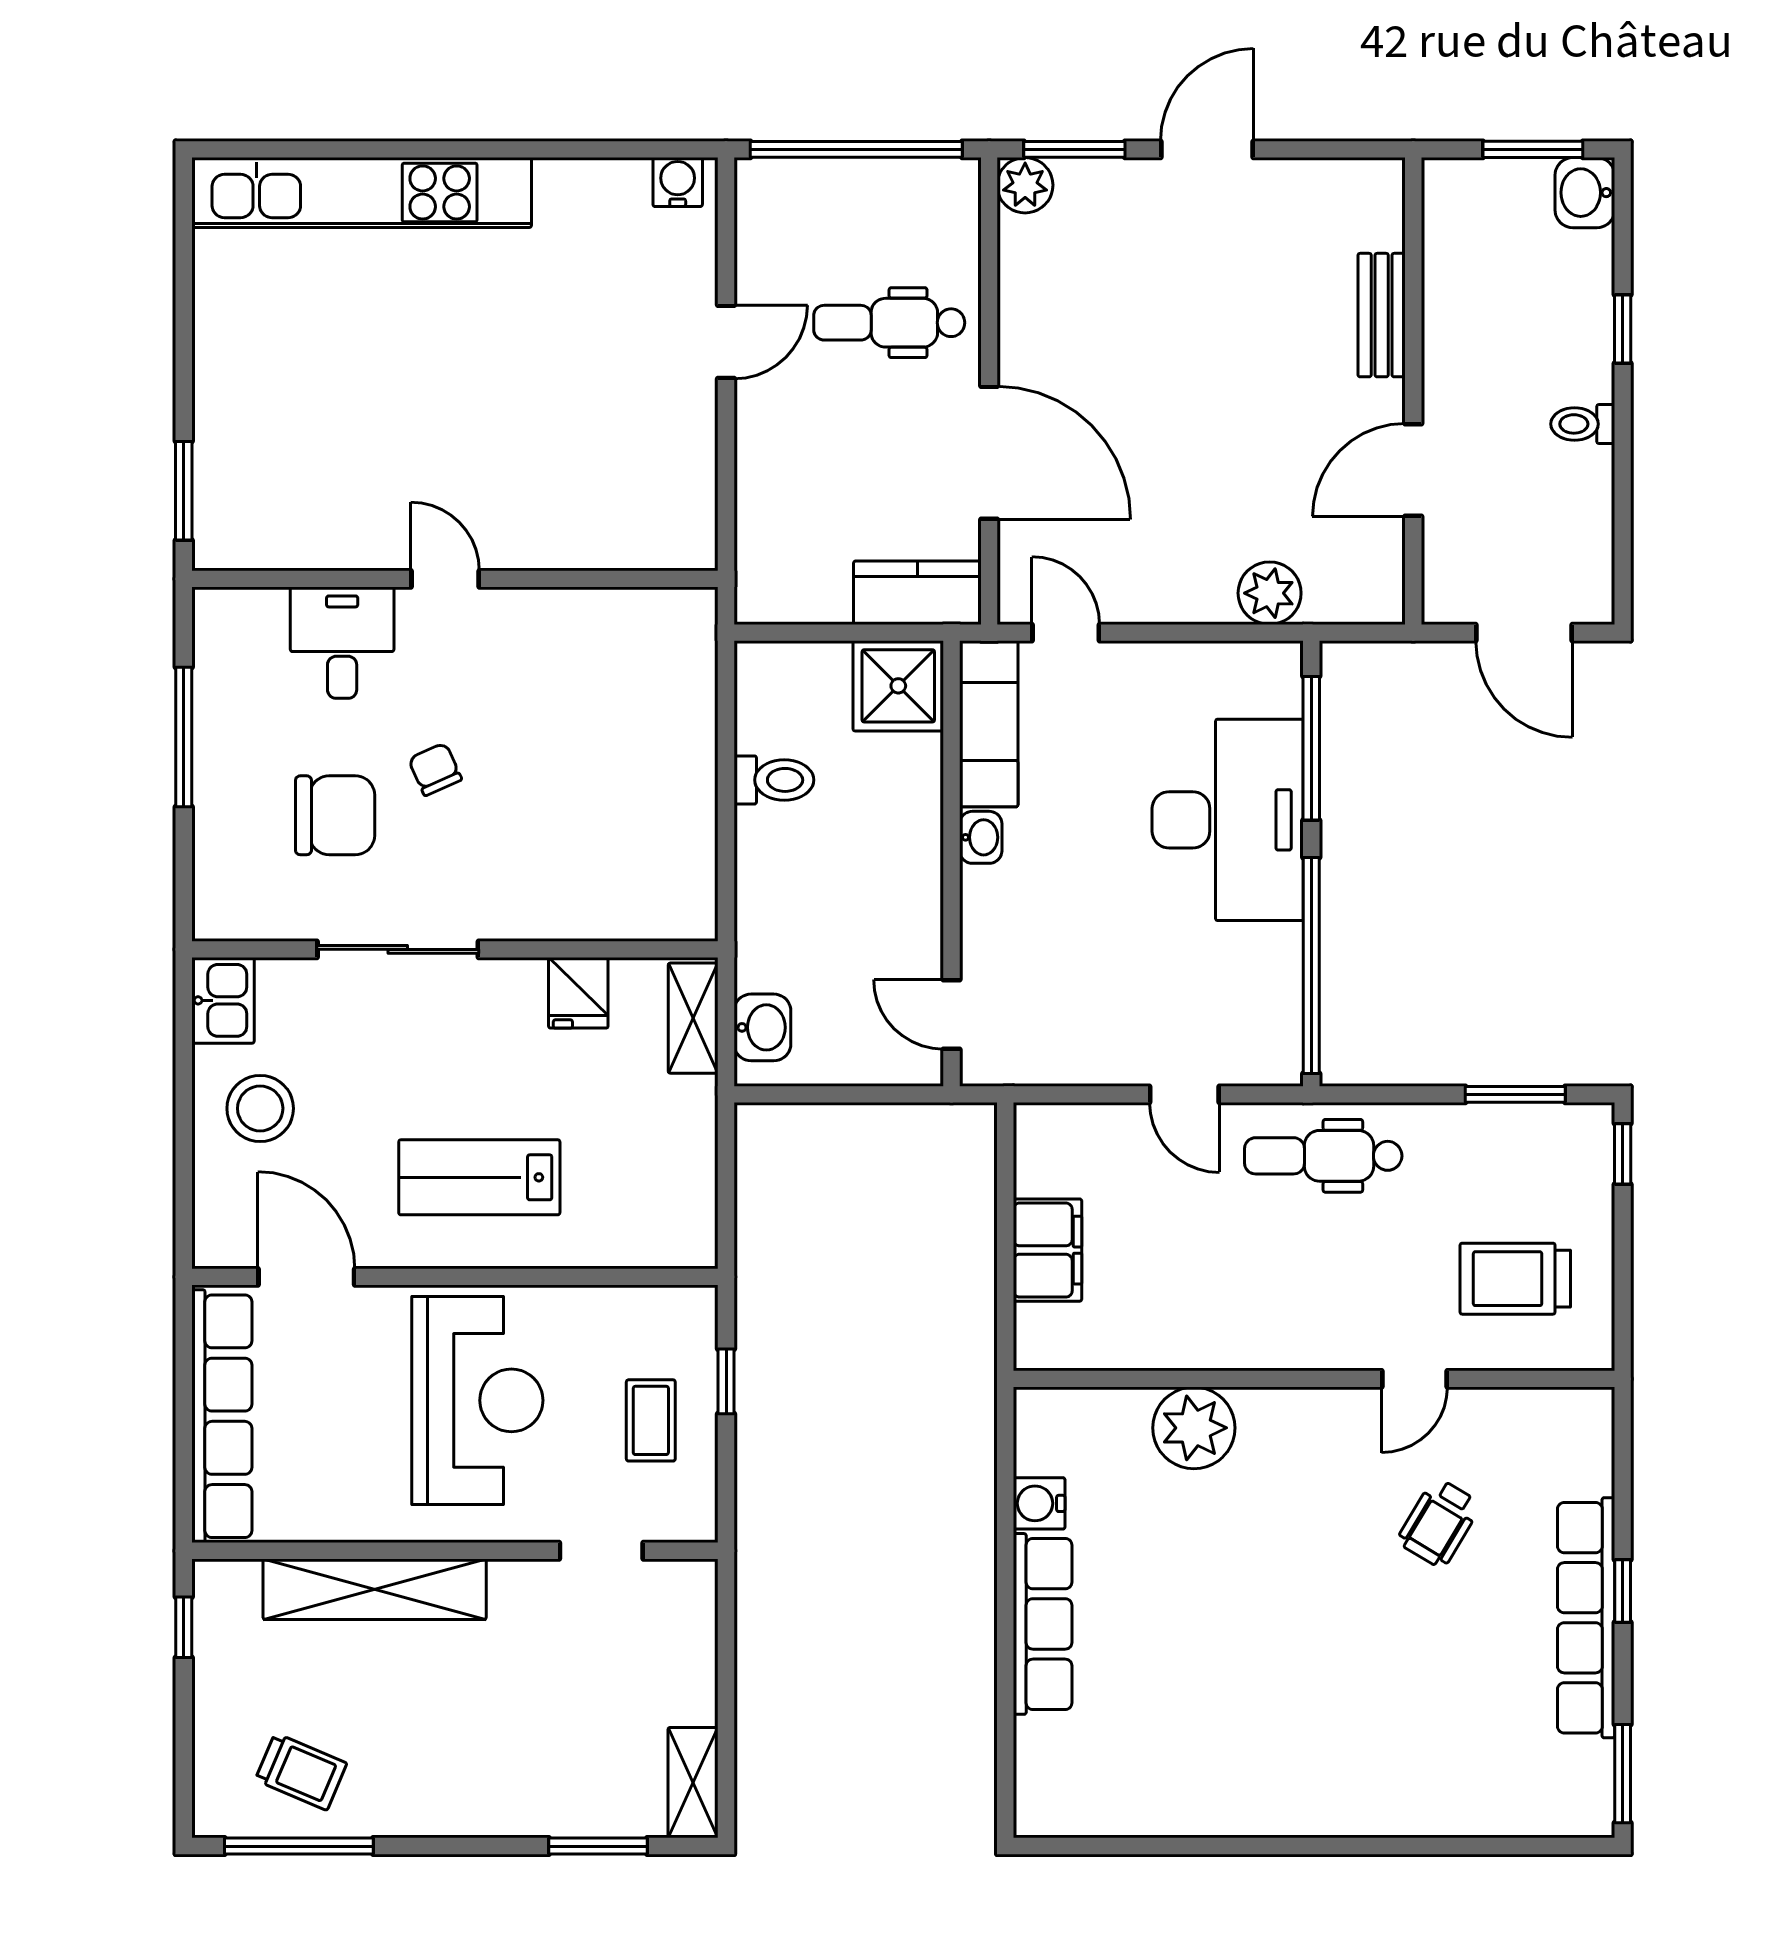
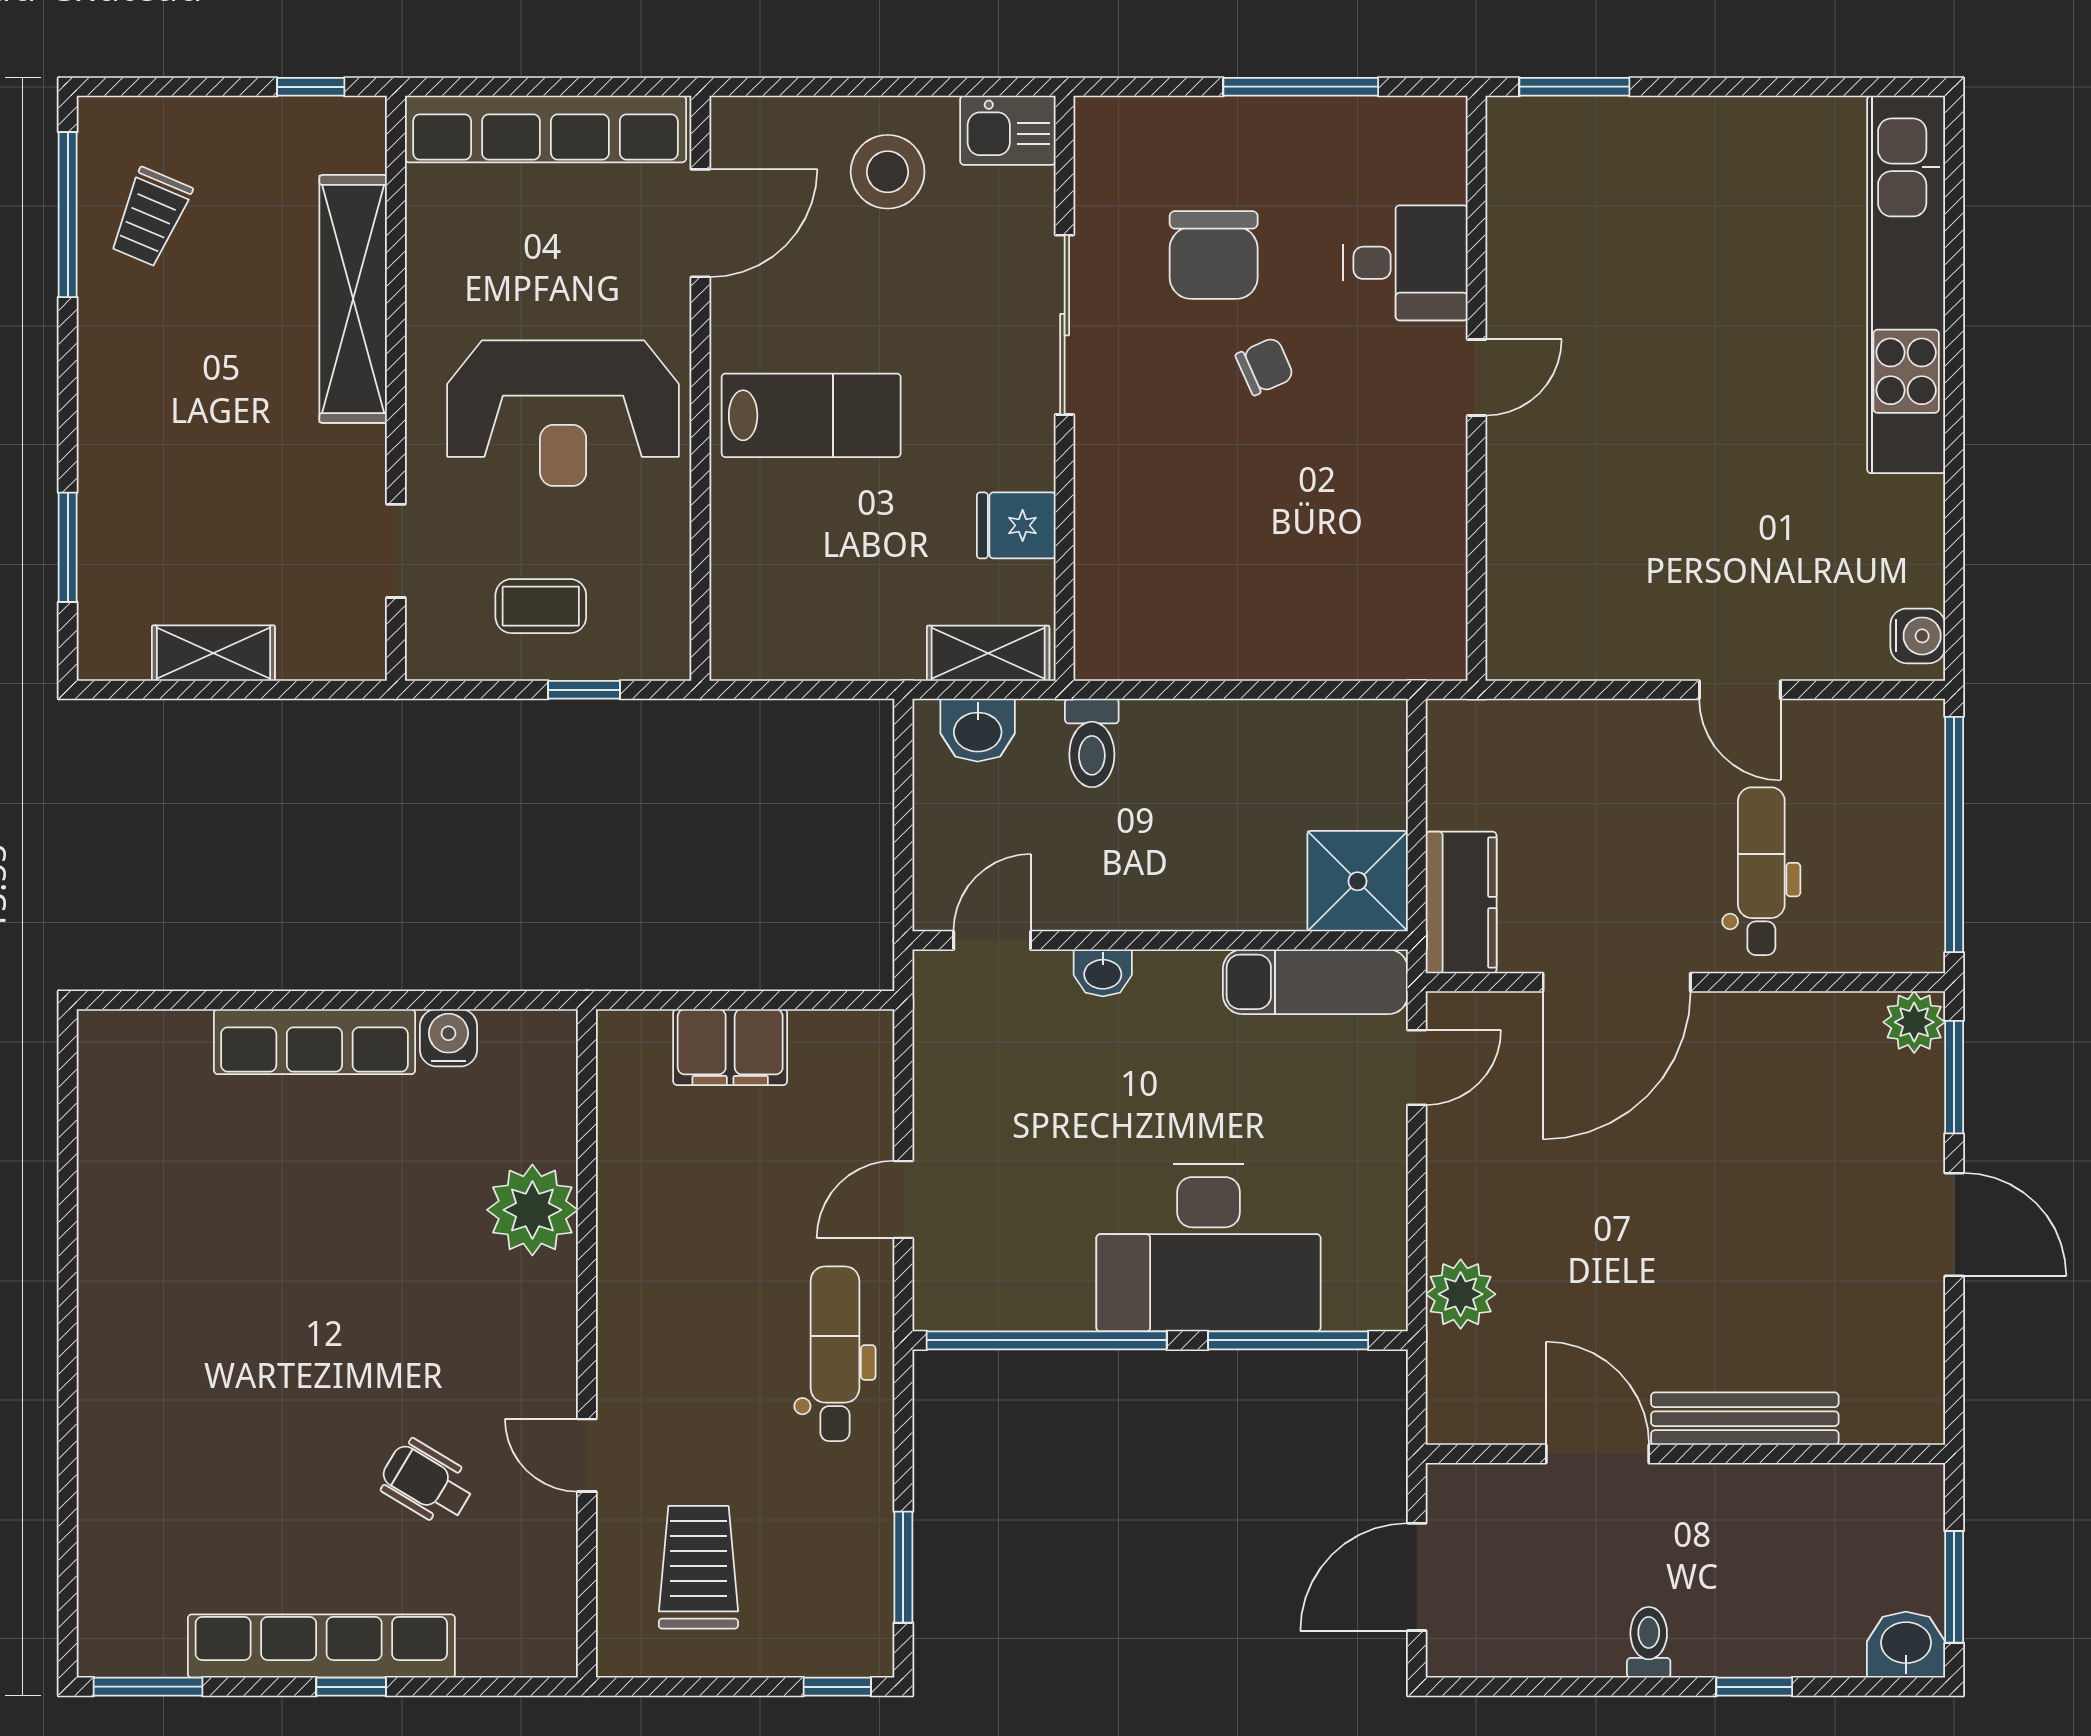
bench: (1382, 315) -> (1745, 1419), width x1.36
toilet: (774, 780) -> (1092, 743), moved
washbasin: (981, 837) -> (1103, 973), moved
lab bench: (479, 1177) -> (811, 415), turned 90
shelving: (693, 1783) -> (213, 653), moved

